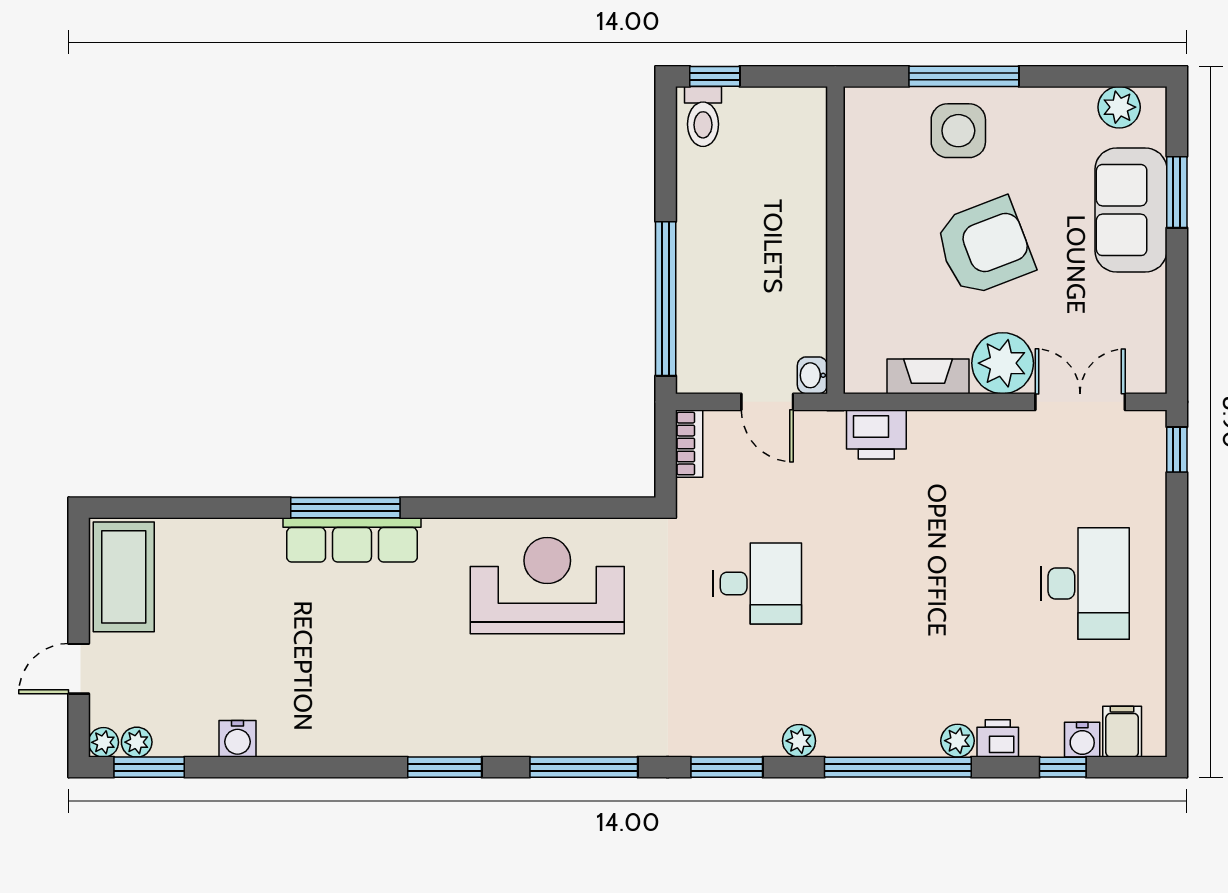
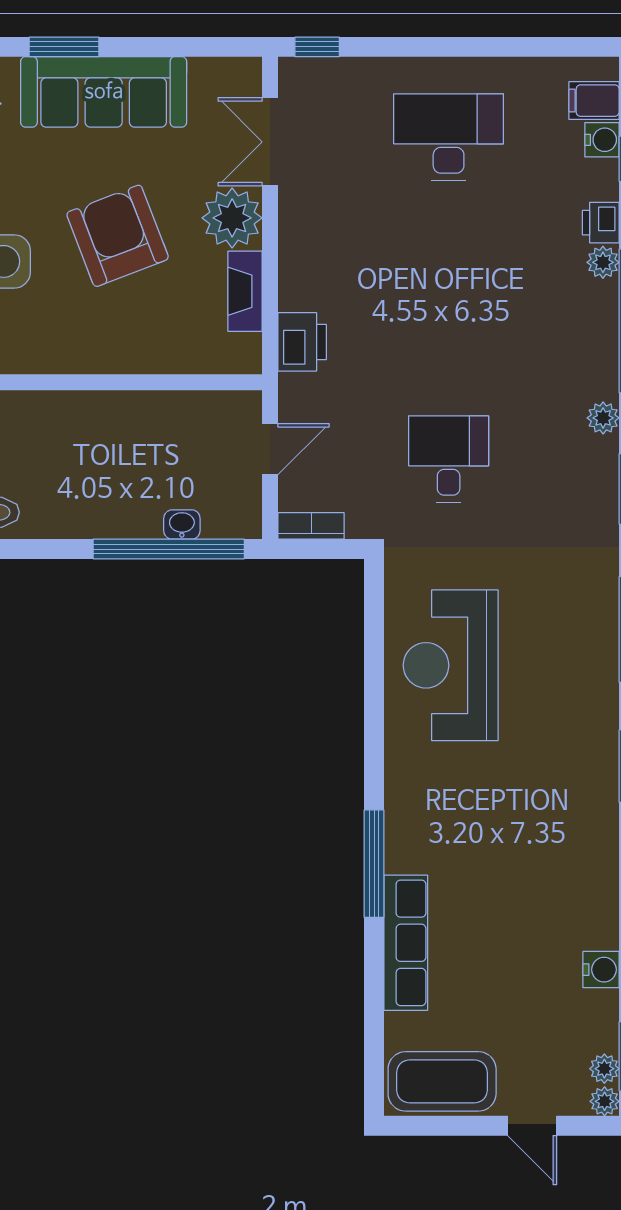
sofa: (1131, 210) -> (104, 92), width x1.36
washbasin: (812, 375) -> (182, 525), moved, turned 180
row of seats: (352, 540) -> (406, 943), moved

